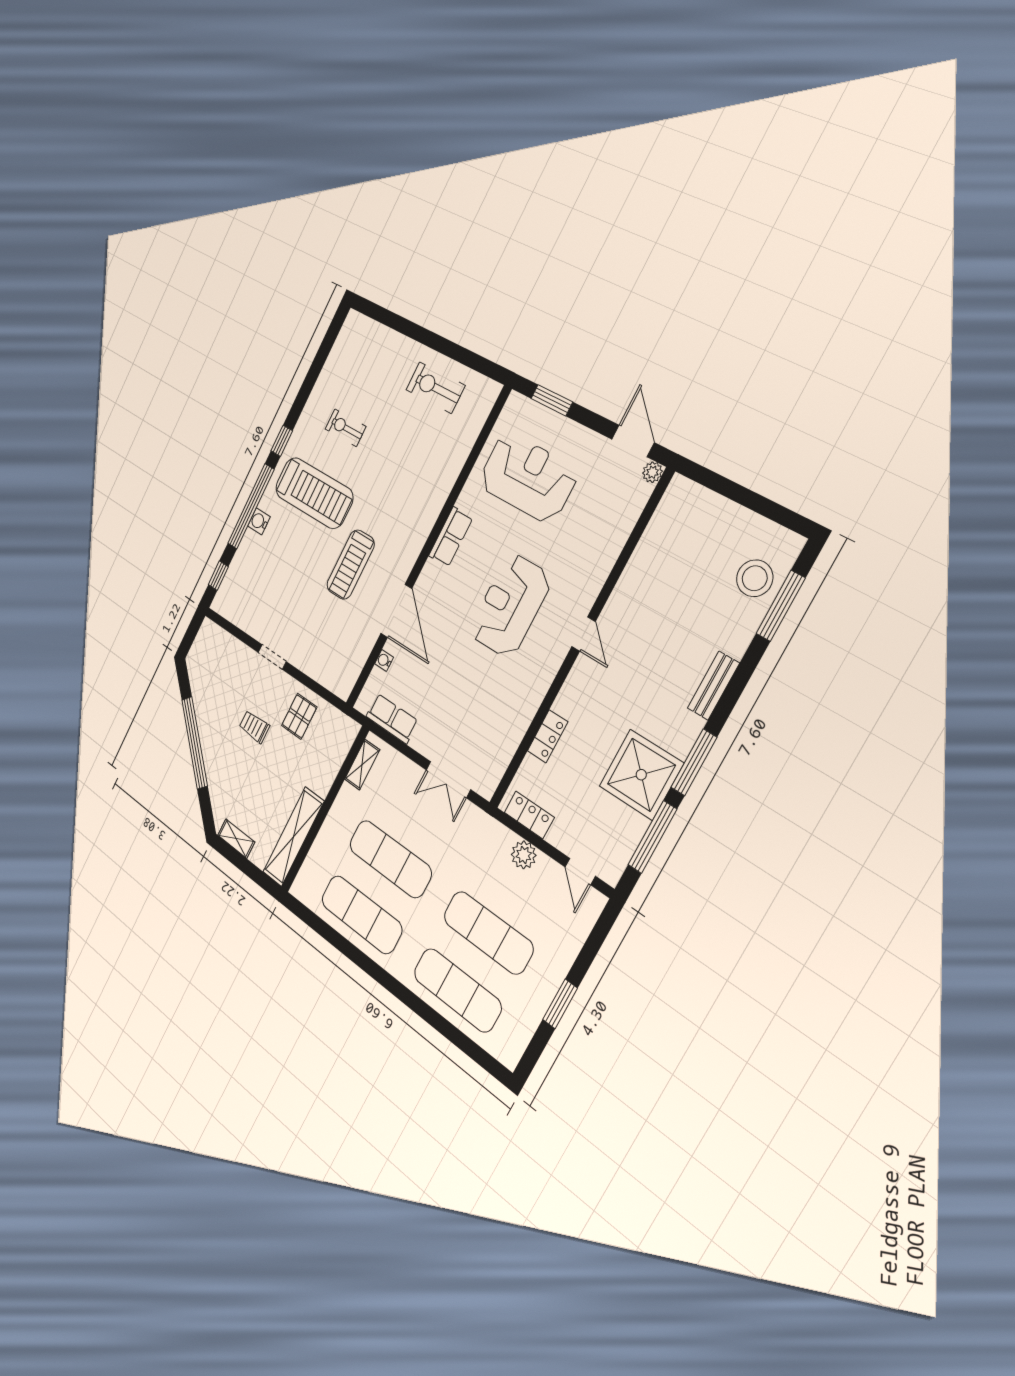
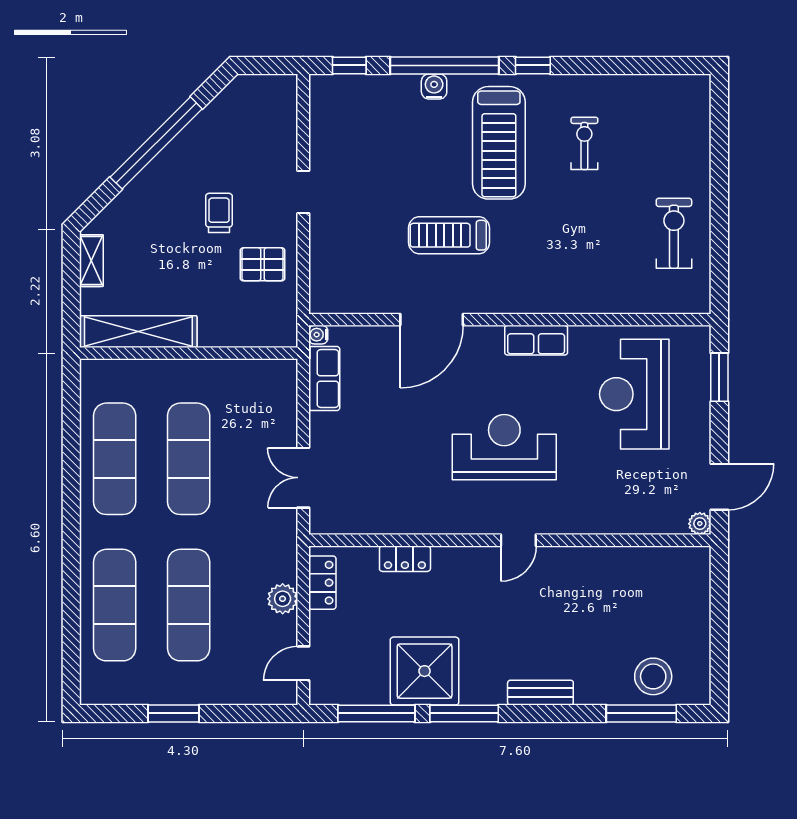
reception desk: (528, 478) -> (634, 394), turned 180
water cooler: (384, 660) -> (318, 335), moved, turned -90
shelving: (362, 765) -> (259, 371), removed

